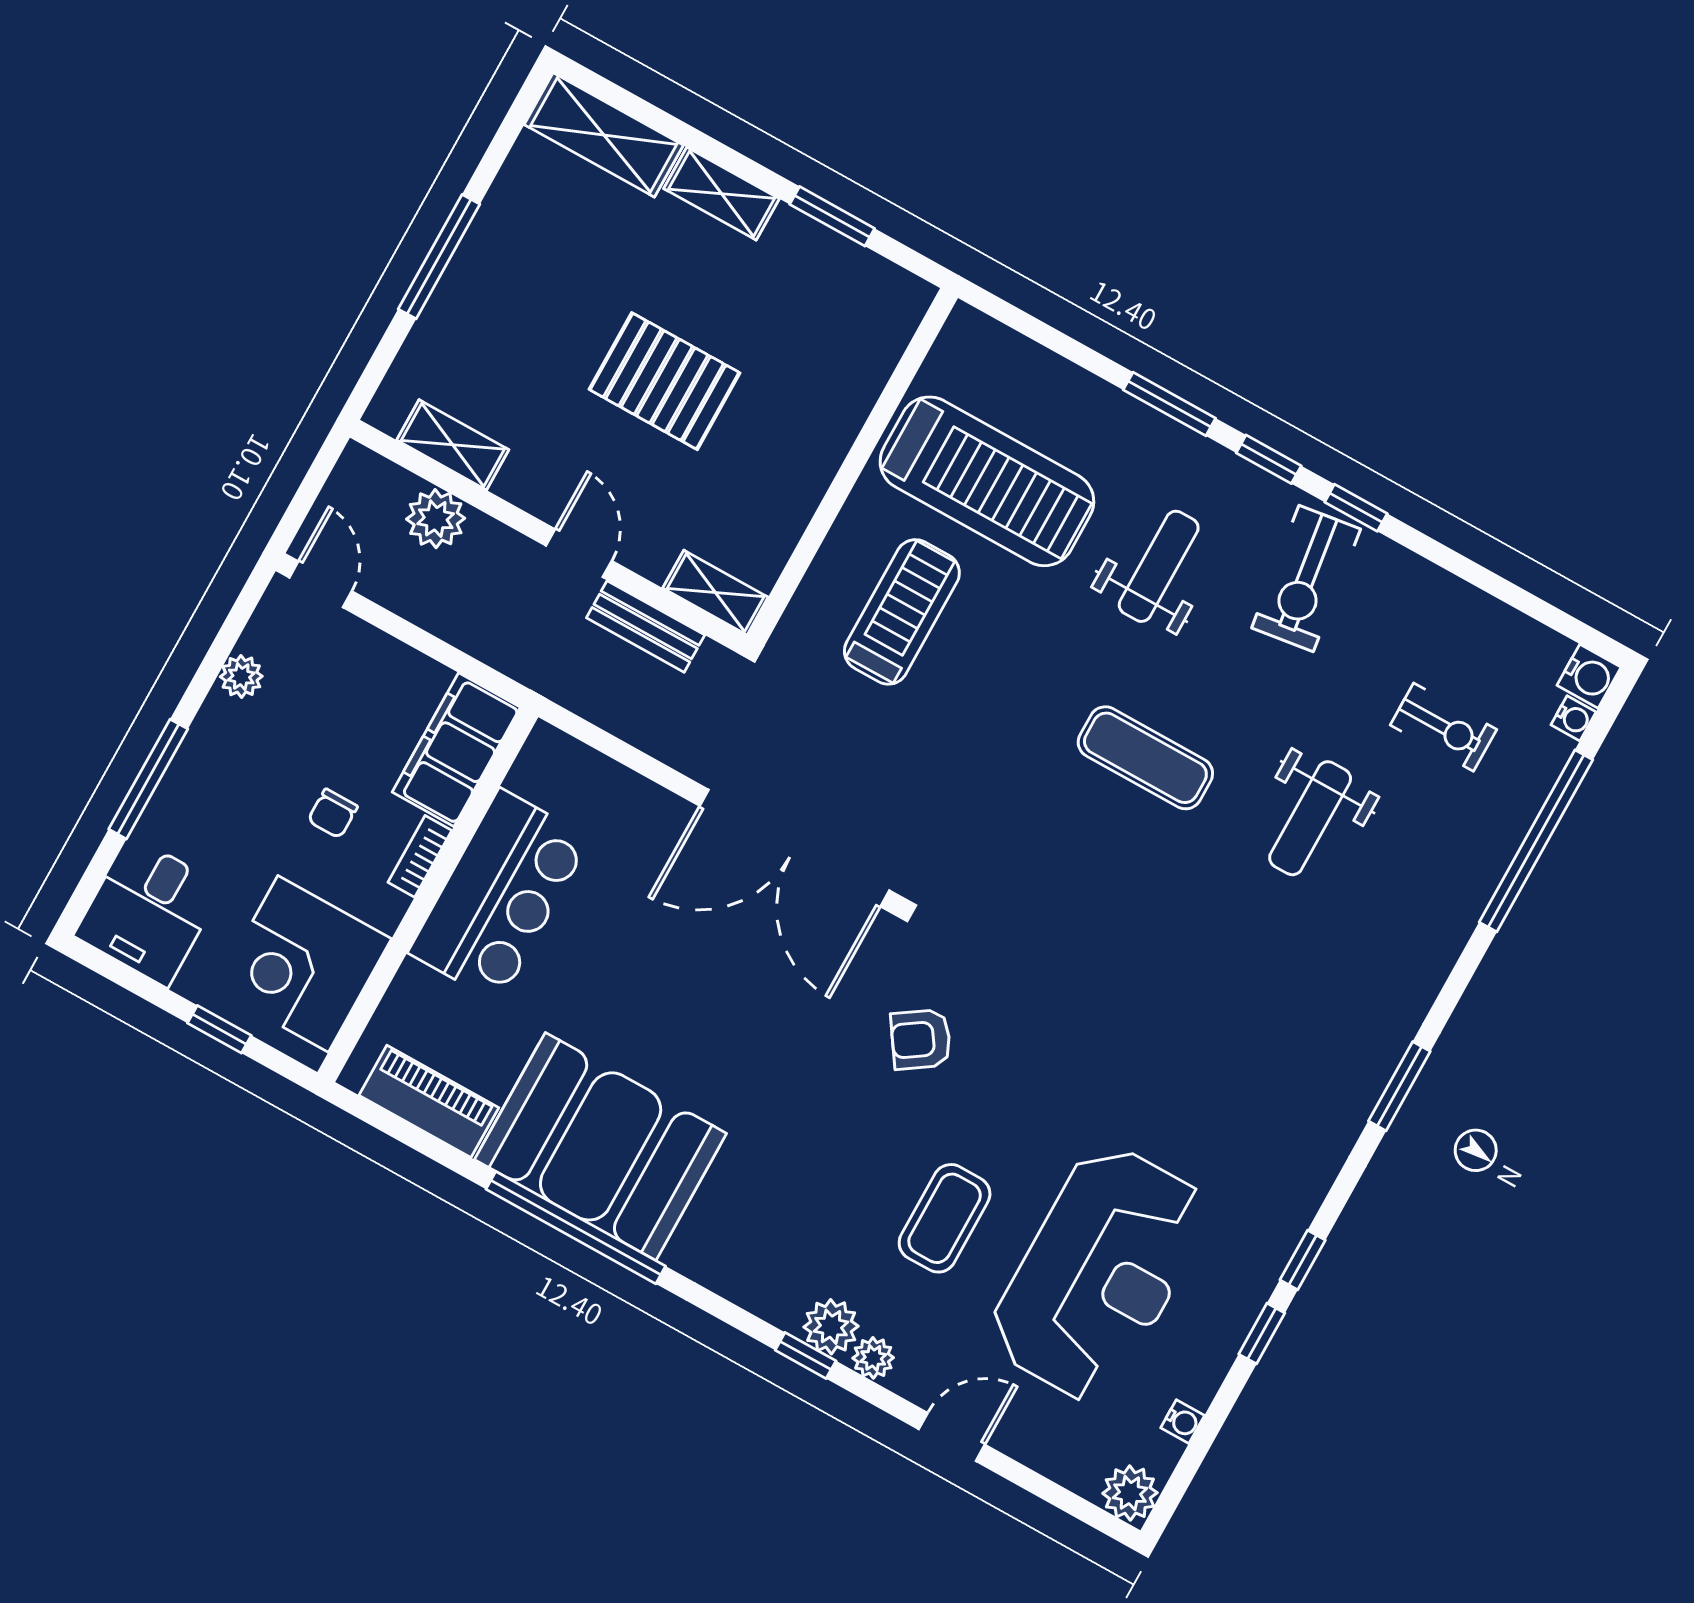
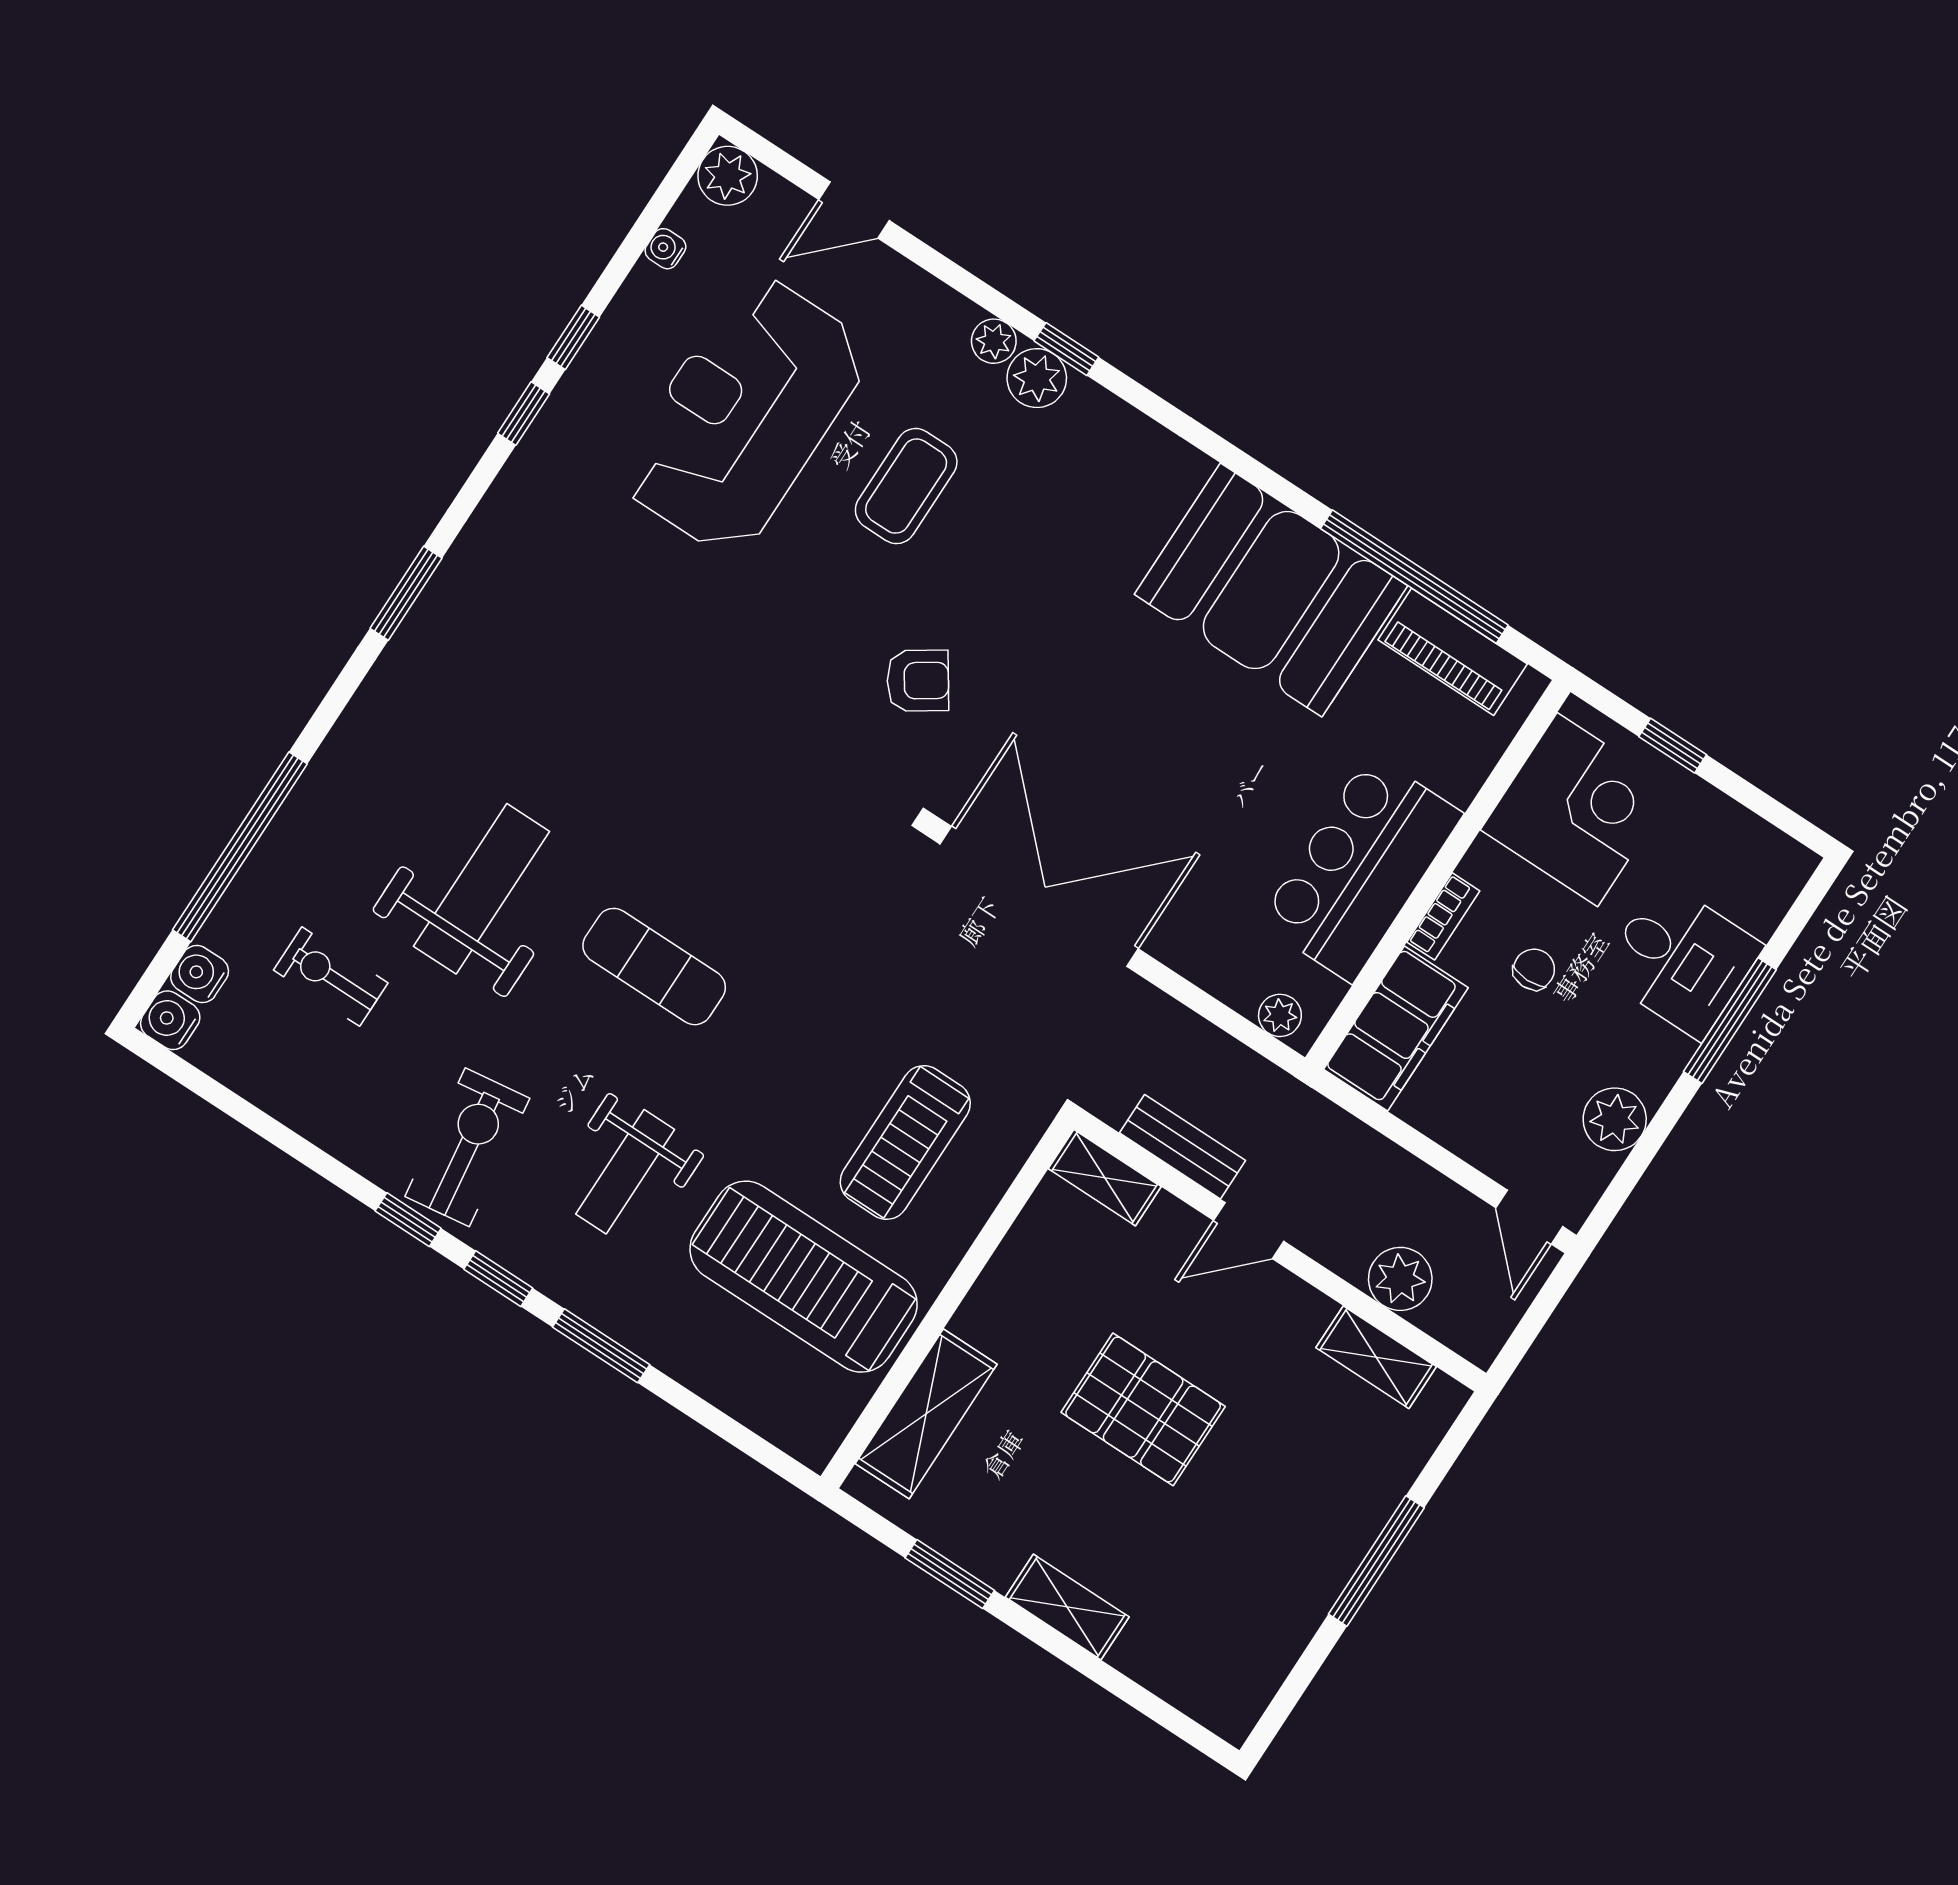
shelving: (604, 135) -> (926, 1414), moved, turned 90
door: (579, 553) -> (1249, 1231), hinge flipped
plant: (241, 676) -> (1615, 1119), width x1.38, depth x1.38
water cooler: (1573, 718) -> (200, 974), width x1.38, depth x1.38
plant: (564, 754) -> (1280, 1015), added
weight bench: (1310, 818) -> (481, 889), width x1.36, depth x1.33
desk: (149, 911) -> (1681, 960), moved, turned 90
window: (576, 1228) -> (1414, 577), moved
door: (952, 1437) -> (854, 210), moved

